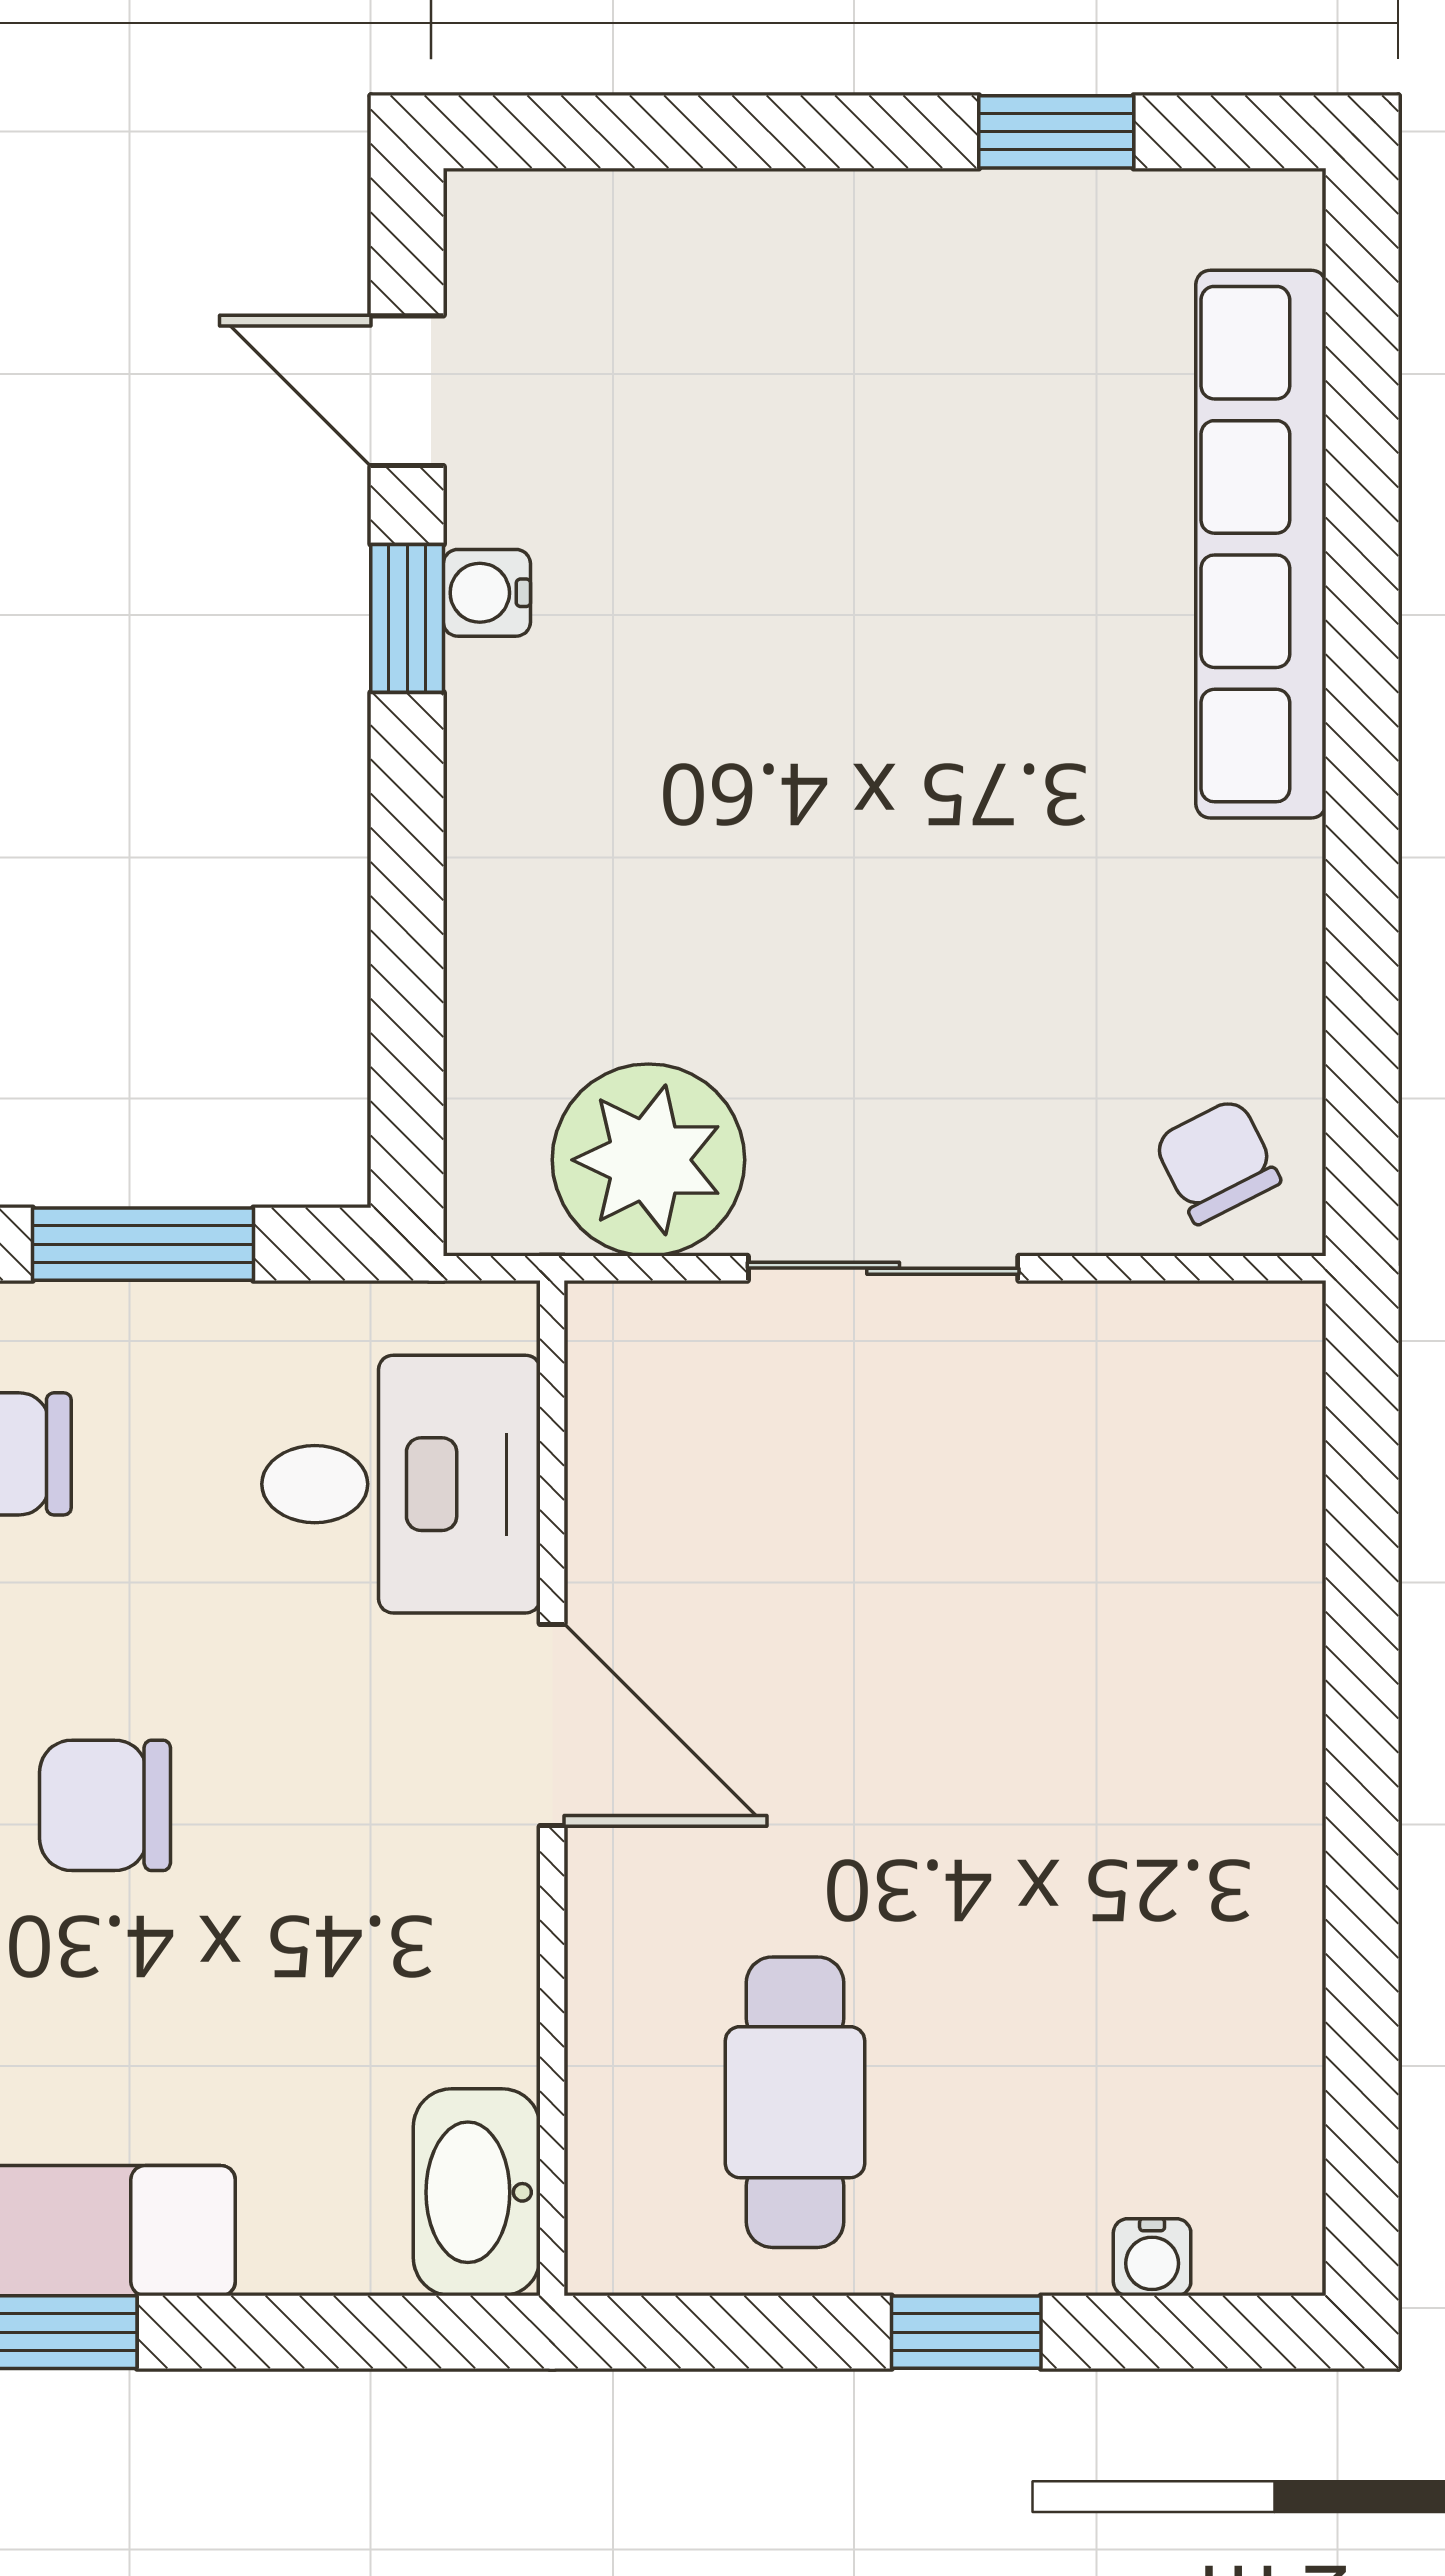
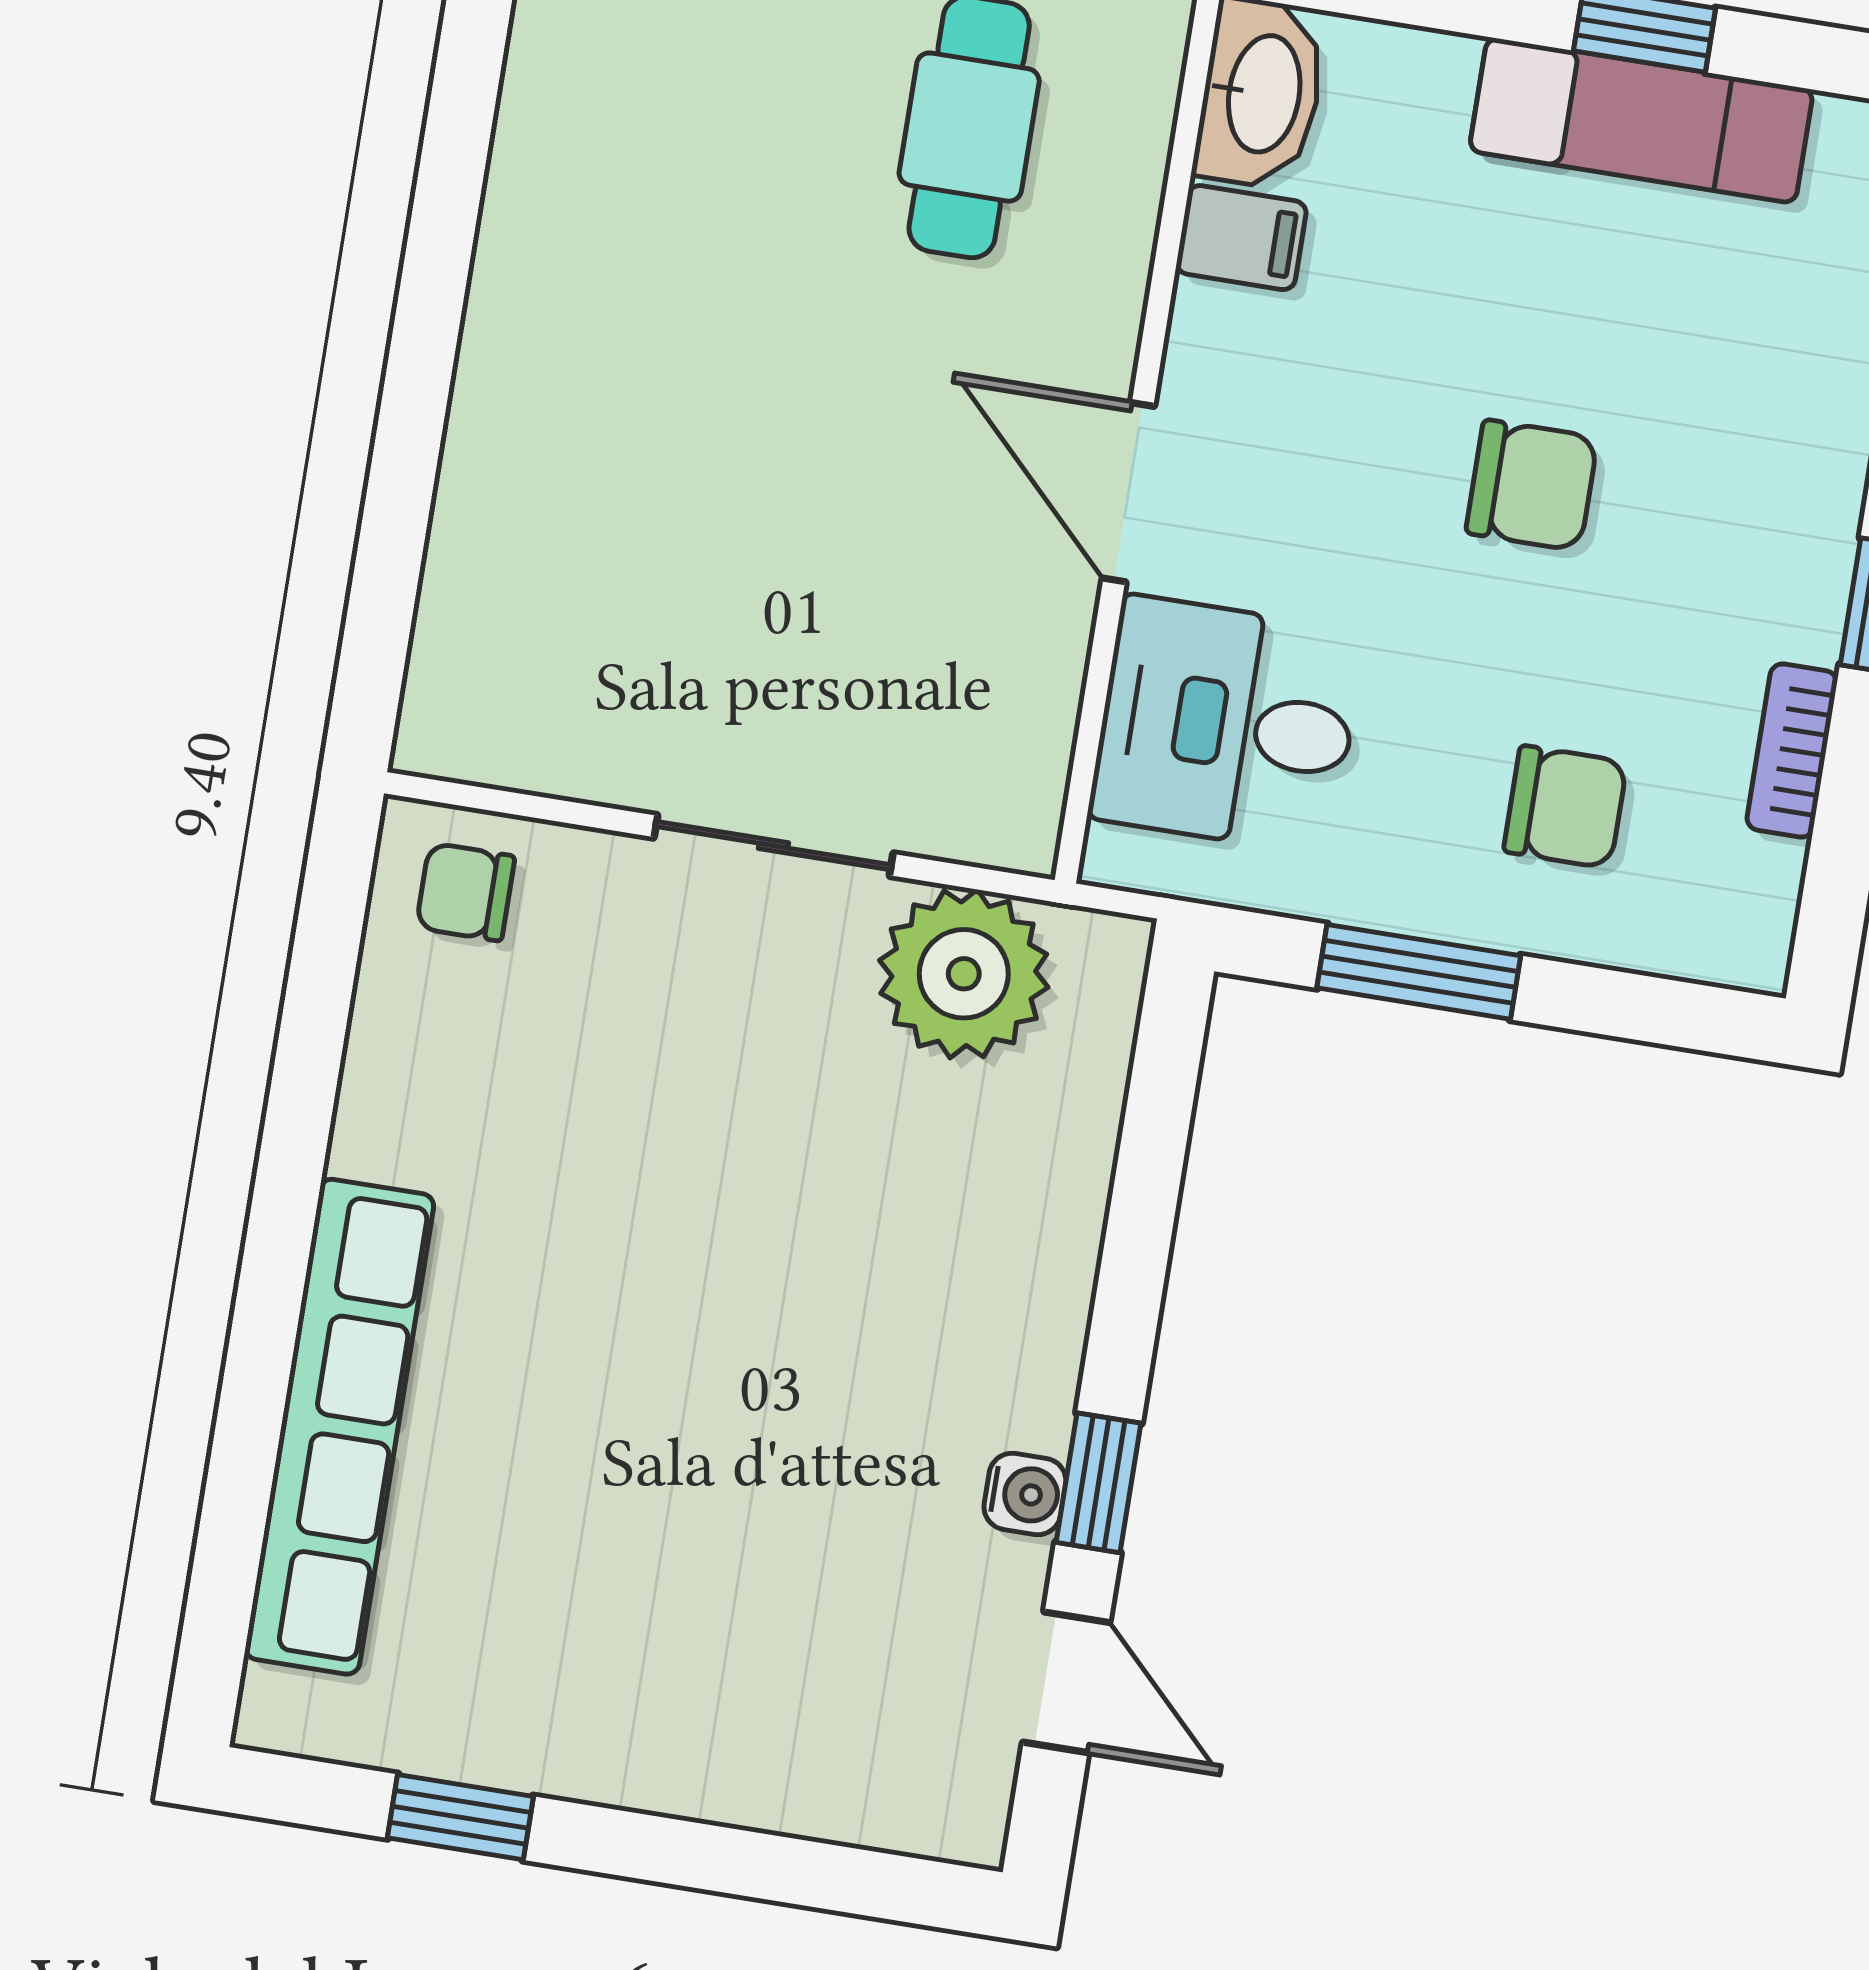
chair: (1217, 1161) -> (466, 892), turned 117
filing cabinet: (472, 2028) -> (1241, 238), added

